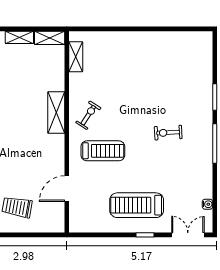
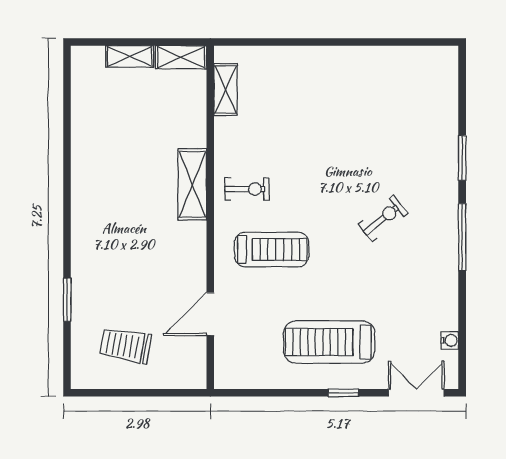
exercise bike: (88, 115) -> (247, 189), turned 57
exercise bike: (168, 133) -> (383, 219), turned 144

